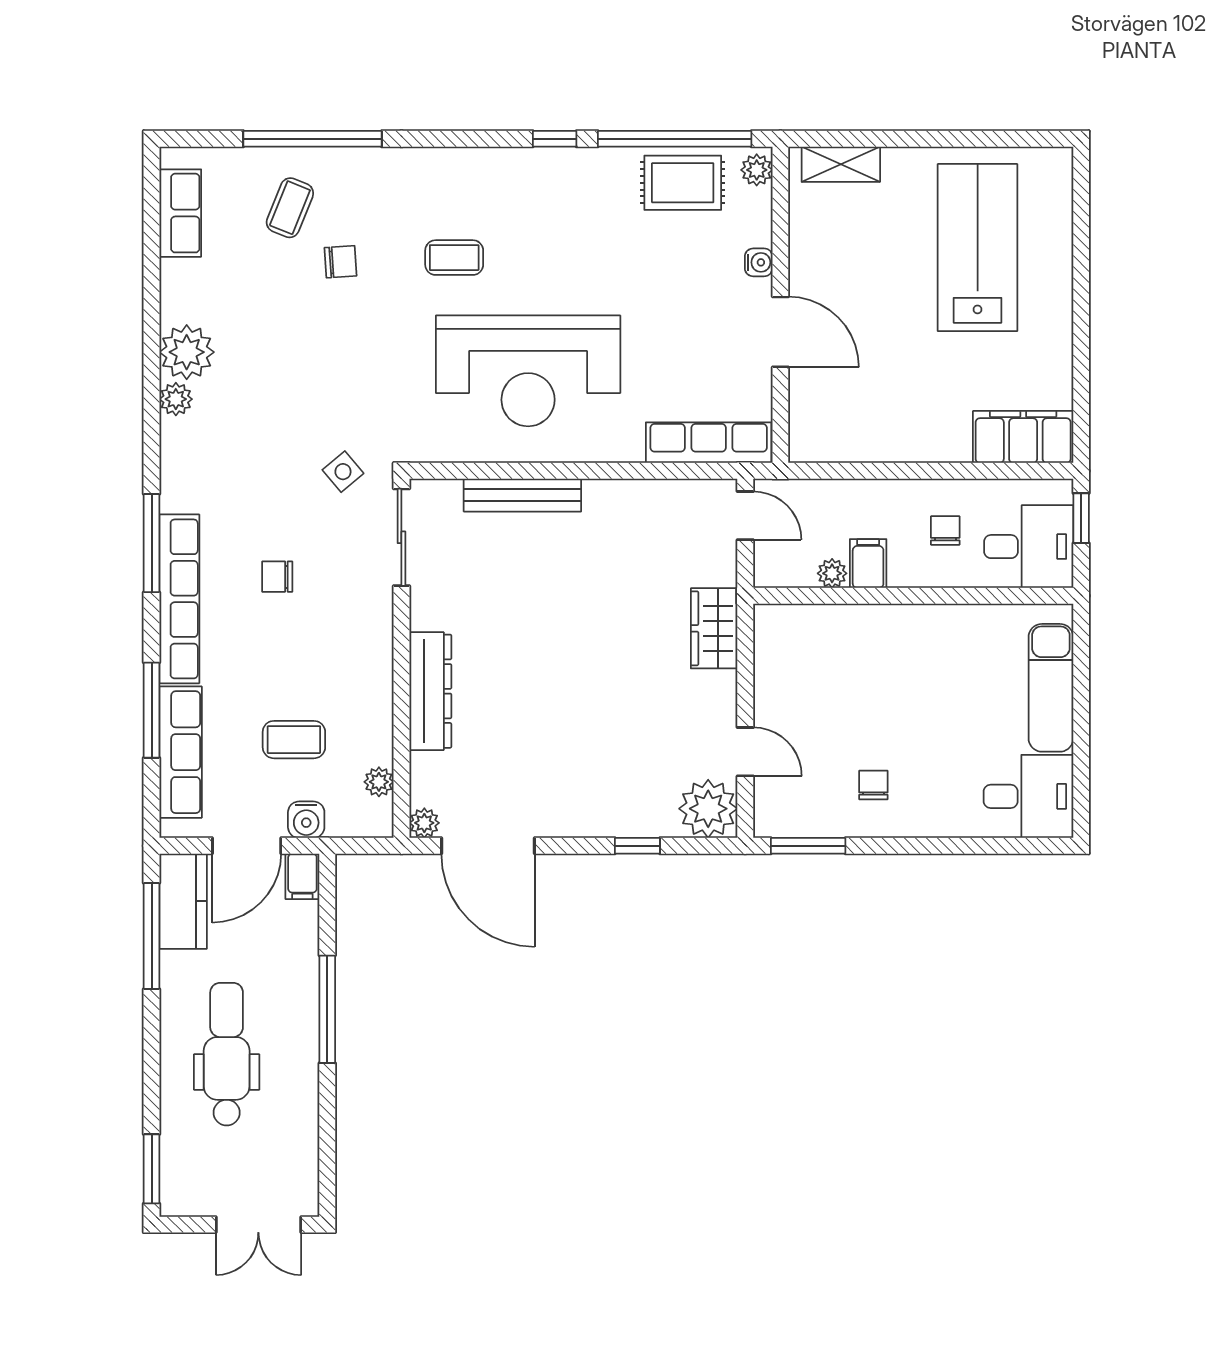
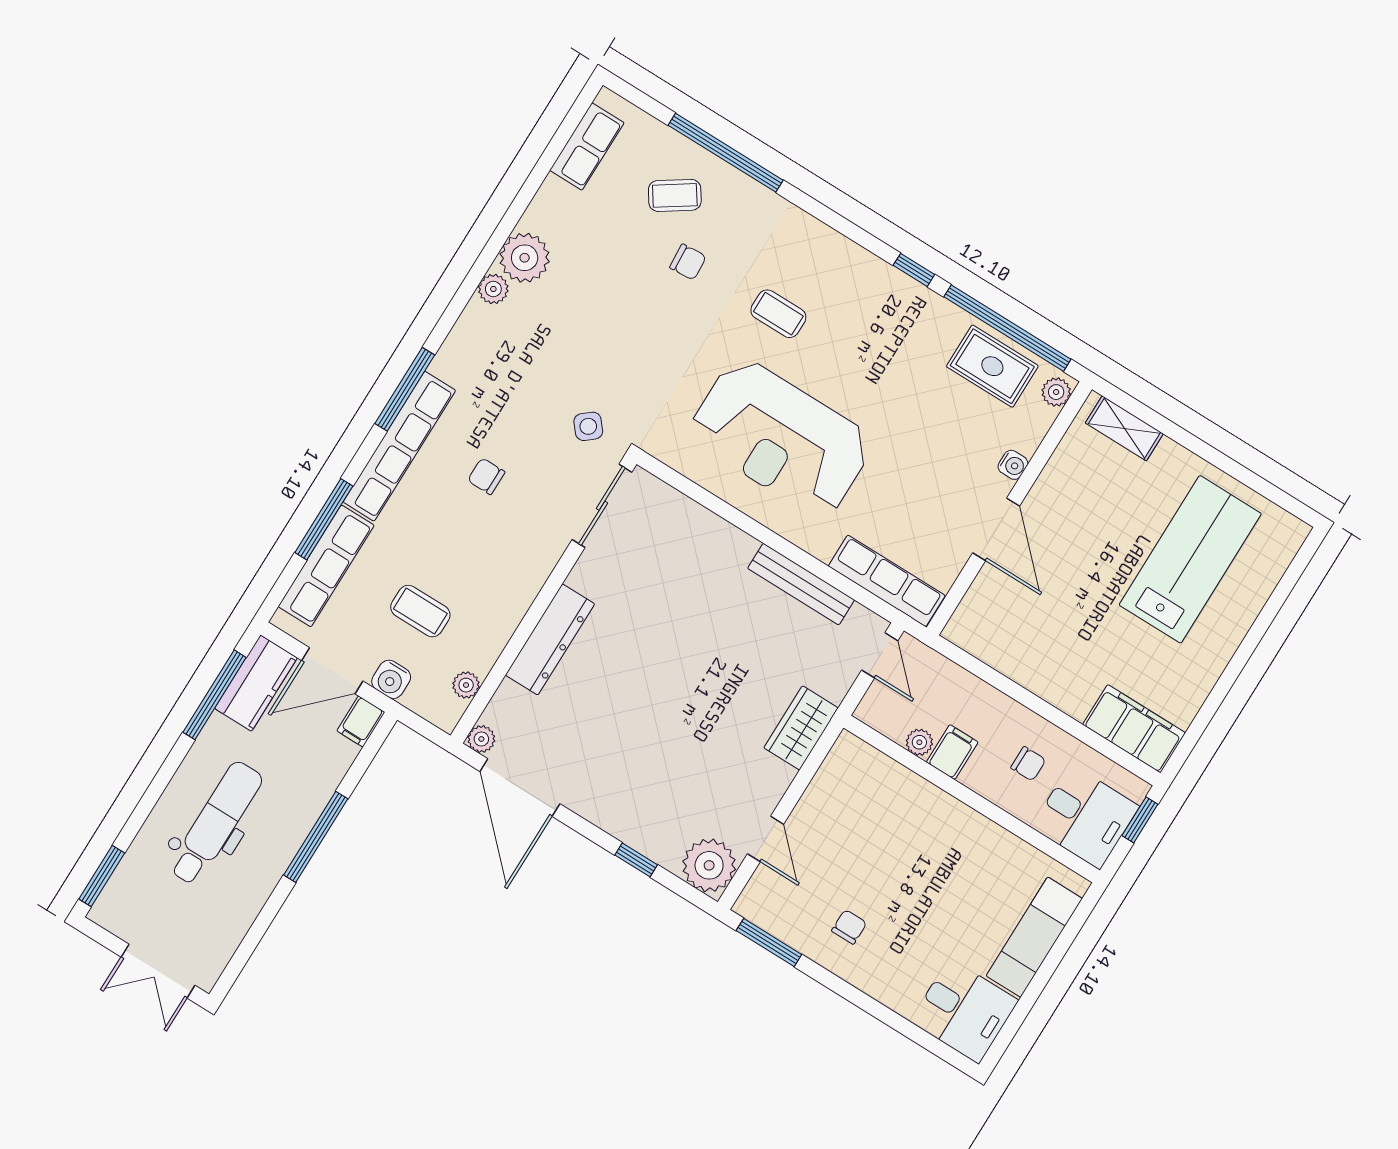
coffee table: (290, 208) -> (675, 195), turned 34
bench: (522, 495) -> (801, 584), moved
chair: (945, 531) -> (1028, 764), turned 90

